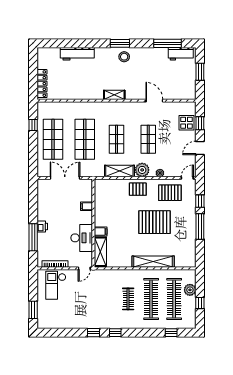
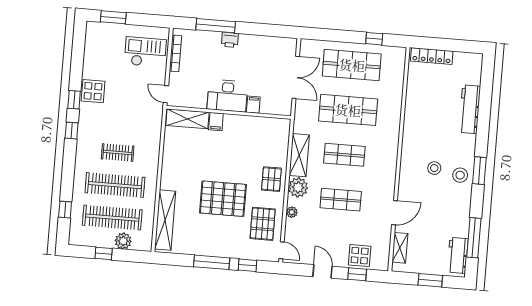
stool: (121, 75) -> (434, 168), added
shelving: (114, 95) -> (400, 248), moved
pallet: (154, 222) -> (223, 199), turned 90
desk: (82, 238) -> (227, 96), moved
shelving: (153, 262) -> (165, 220), moved
display table: (86, 320) -> (93, 91), added

